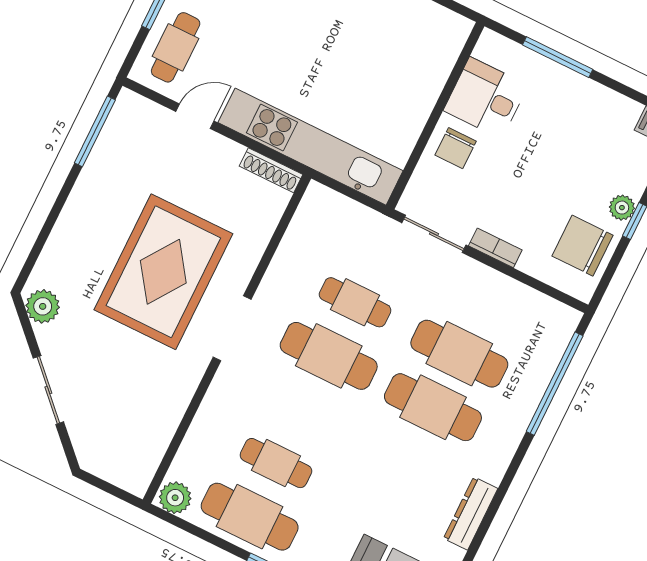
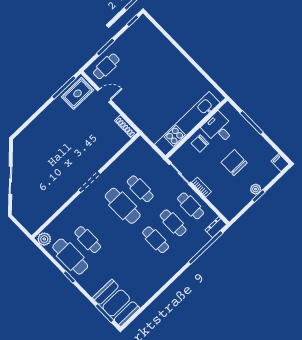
kitchen unit: (311, 147) -> (187, 124), moved, turned -90
chair: (583, 246) -> (234, 163), moved
rug: (163, 272) -> (78, 93), moved, width x0.54, depth x0.49
cafe table: (486, 300) -> (191, 206), added
plant: (43, 306) -> (20, 147), removed
cafe table: (459, 354) -> (173, 223), width x0.73, depth x0.74
cafe table: (433, 407) -> (156, 240), width x0.73, depth x0.74
dresser: (471, 513) -> (216, 227), moved, width x0.70

